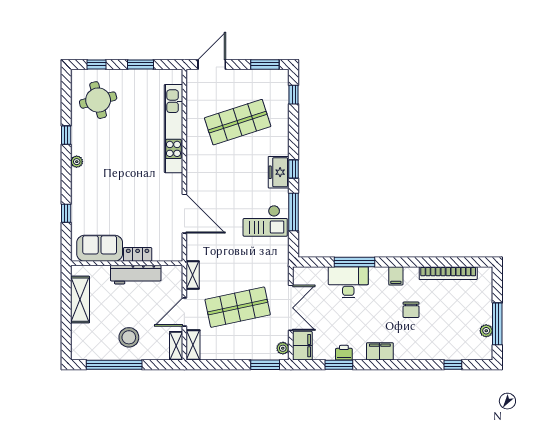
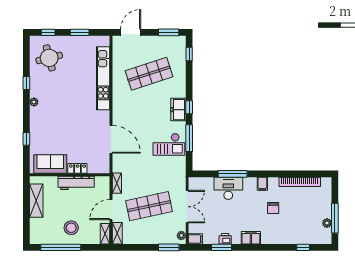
filing cabinet: (302, 346) -> (195, 239), width x0.50

